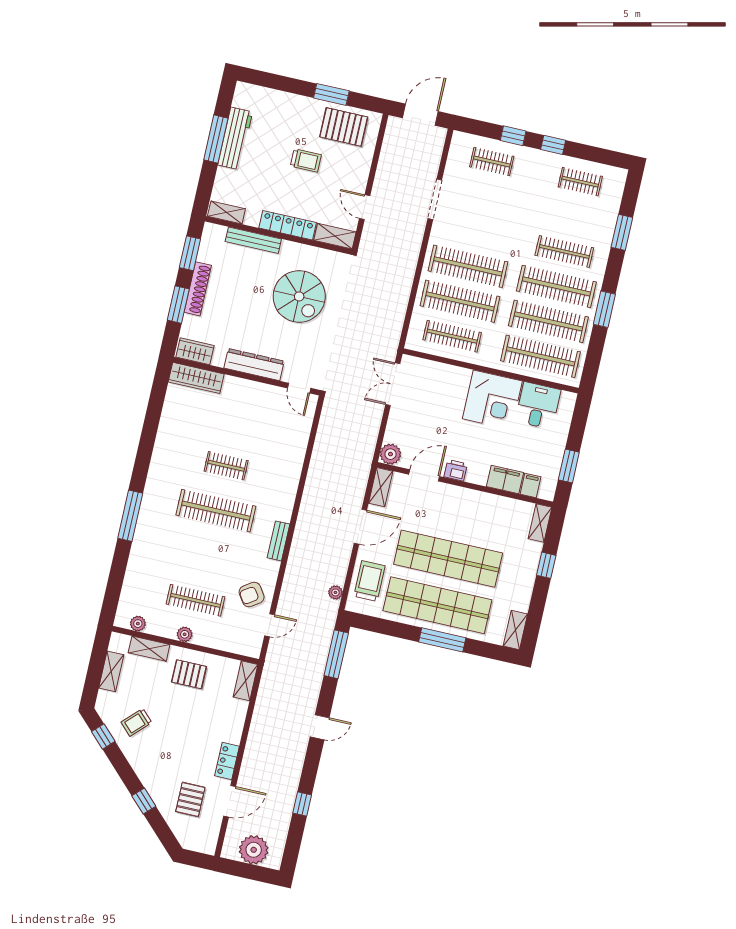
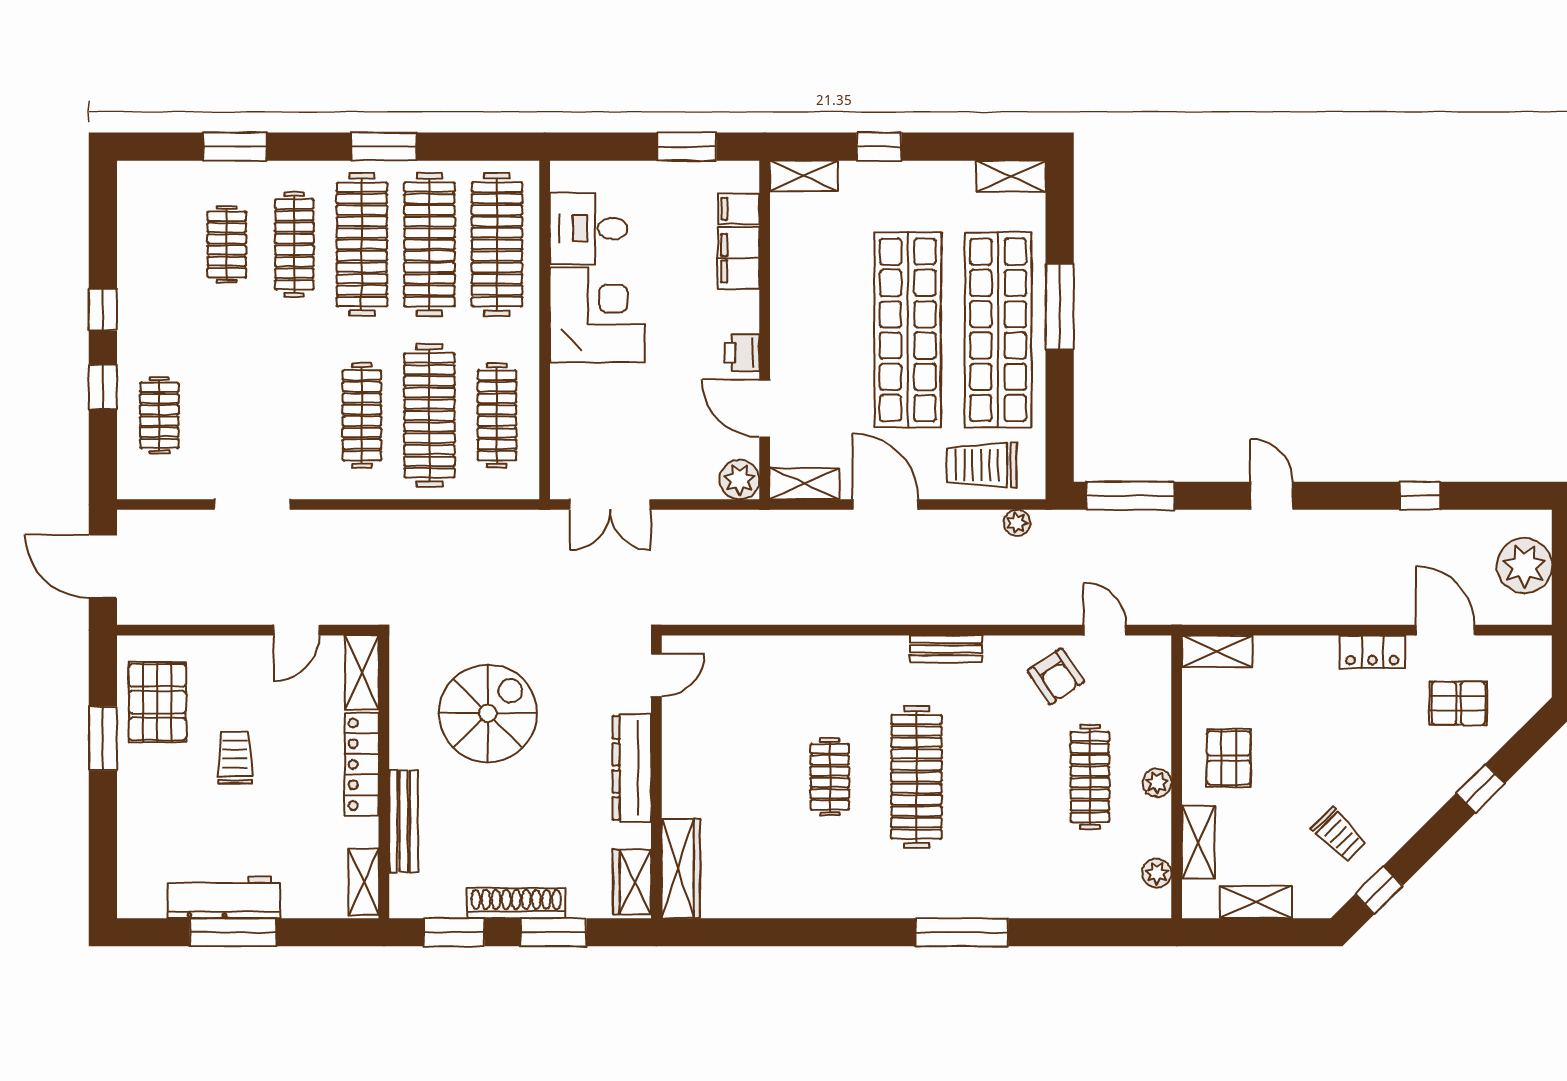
clothes rail: (580, 182) -> (227, 244), moved
clothes rail: (468, 266) -> (362, 415), width x0.73, depth x0.76

